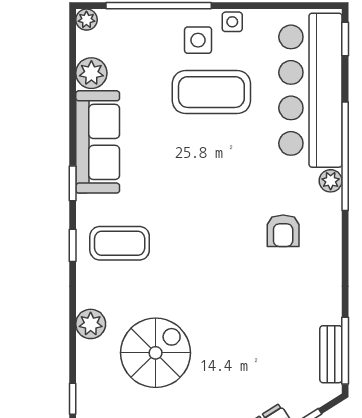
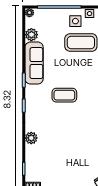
coffee table: (120, 243) -> (64, 95), moved
spiral stairs: (156, 353) -> (58, 150), removed

